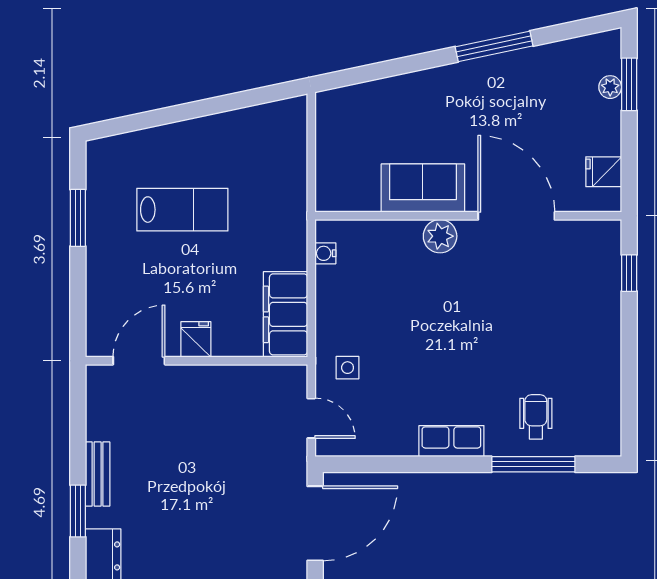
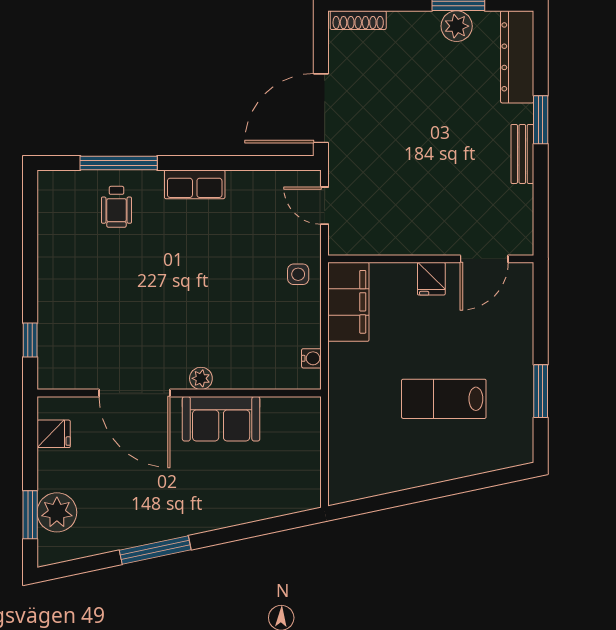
plant: (610, 87) -> (57, 512), width x1.88, depth x1.88
plant: (440, 236) -> (201, 378), width x0.73, depth x0.73
side table: (348, 368) -> (298, 274), moved

